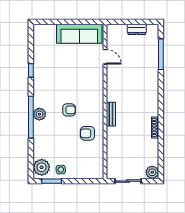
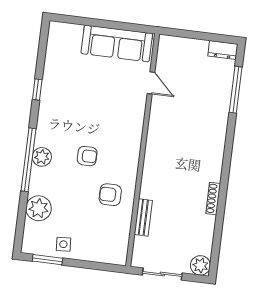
dresser: (137, 29) -> (223, 50), moved
bench: (111, 114) -> (143, 217), moved
plant: (42, 167) -> (39, 208), moved

